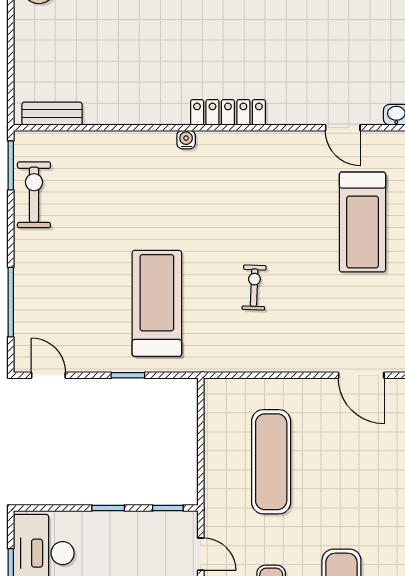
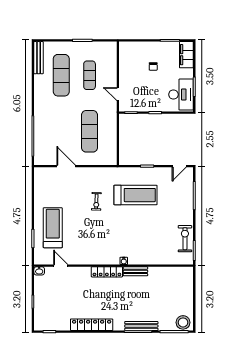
bench: (52, 114) -> (135, 271), moved
exercise bike: (34, 195) -> (185, 239), turned 180
treadmill: (157, 303) -> (135, 195), turned -90
door: (48, 375) -> (179, 166), hinge flipped
door: (361, 375) -> (66, 166), moved

